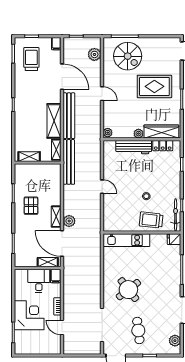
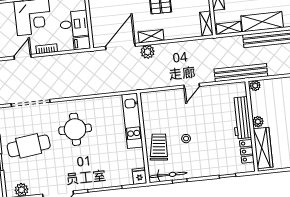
bench: (69, 162) -> (241, 73), moved
shelving: (48, 262) -> (206, 24), moved
round table: (128, 290) -> (75, 129), turned 38
cafe table: (138, 331) -> (29, 146), width x1.37, depth x1.35

